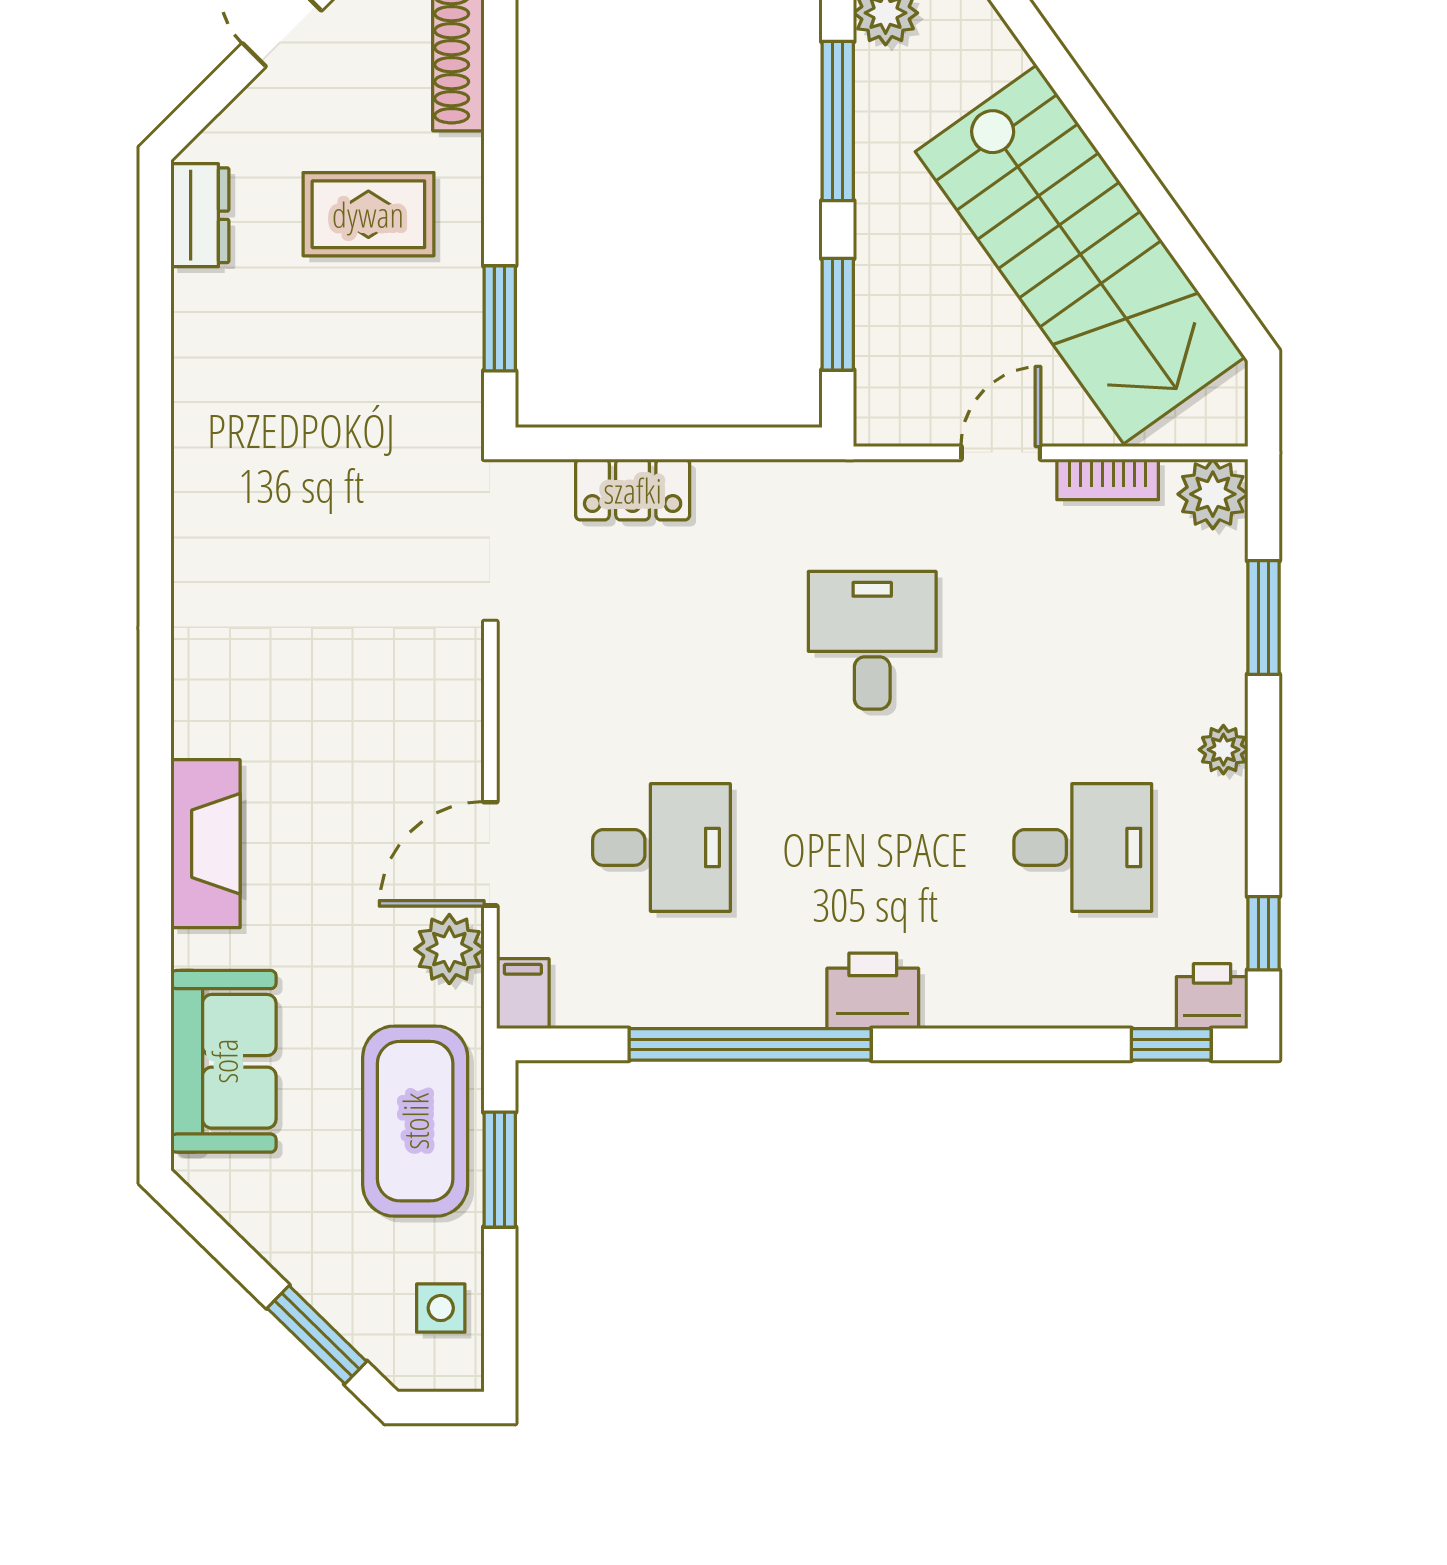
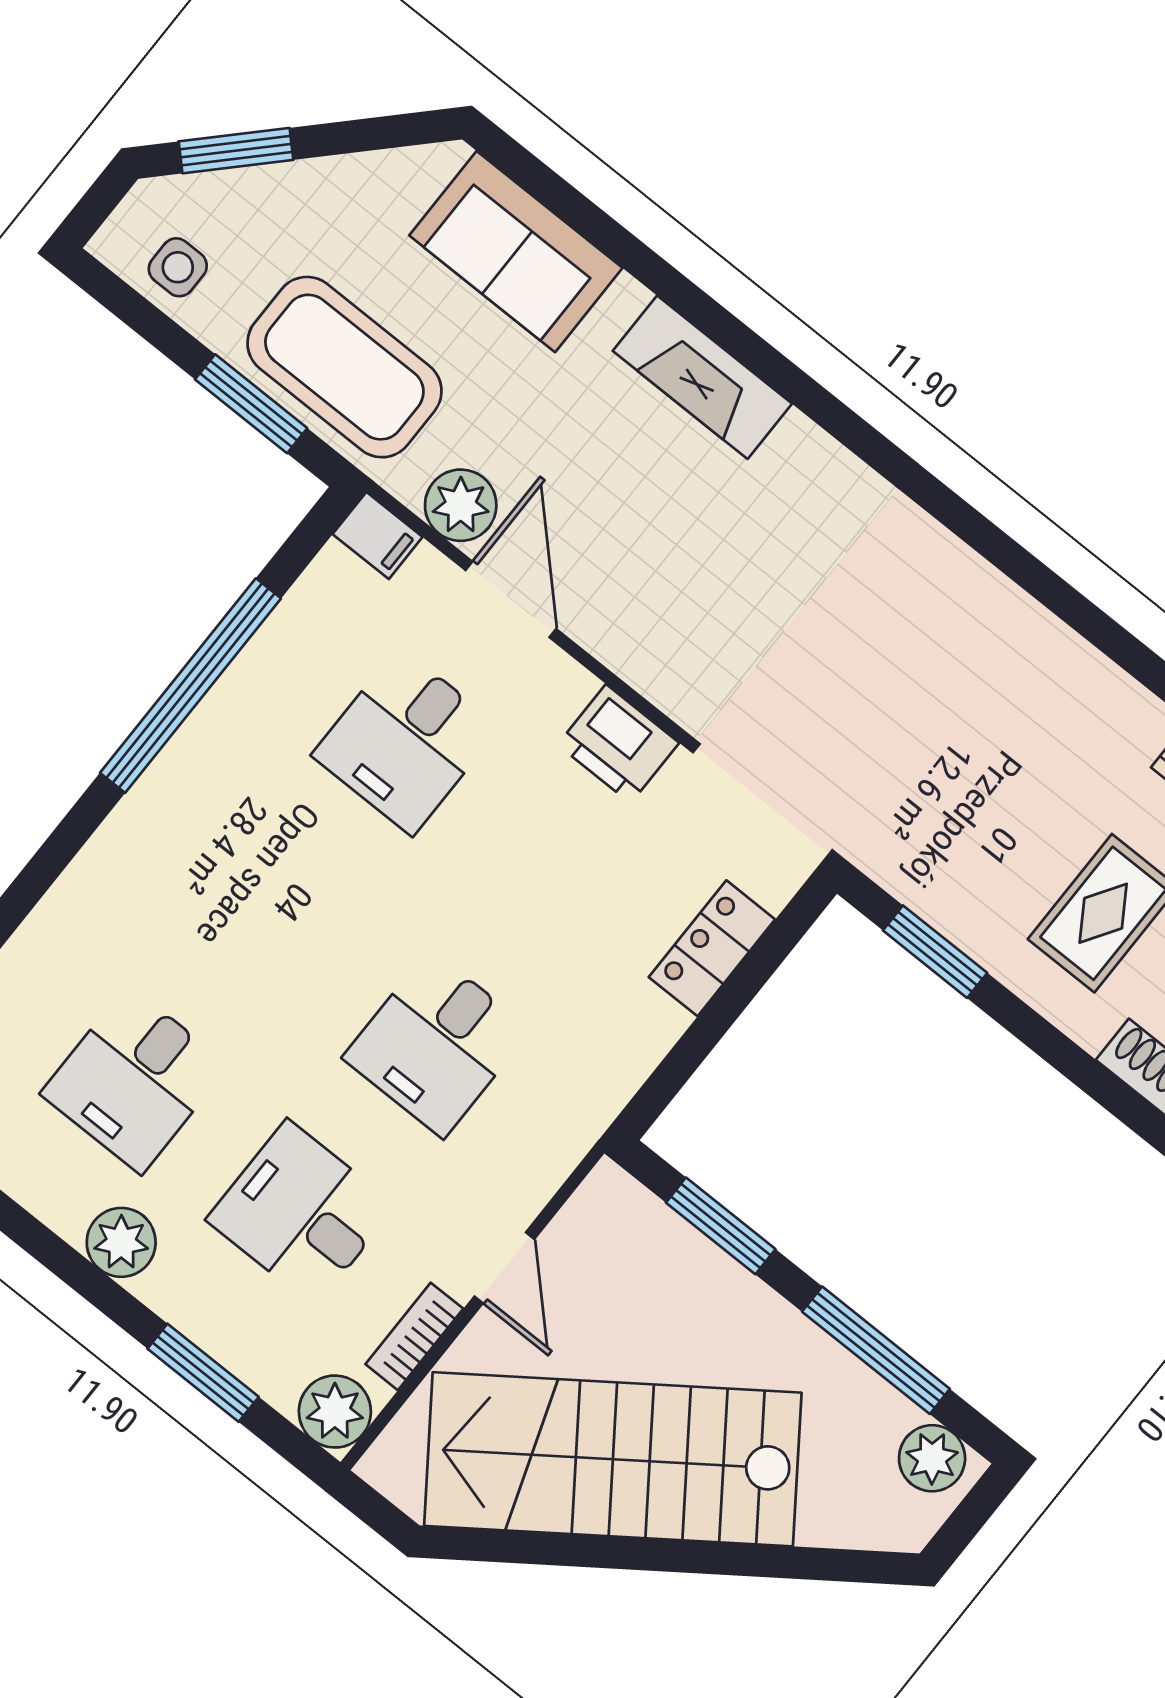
desk: (872, 640) -> (437, 1044), turned 90
desk: (1083, 640) -> (301, 1213), added
plant: (1223, 750) -> (121, 1242), width x1.38, depth x1.38
printer: (873, 991) -> (618, 744), moved, turned 90

